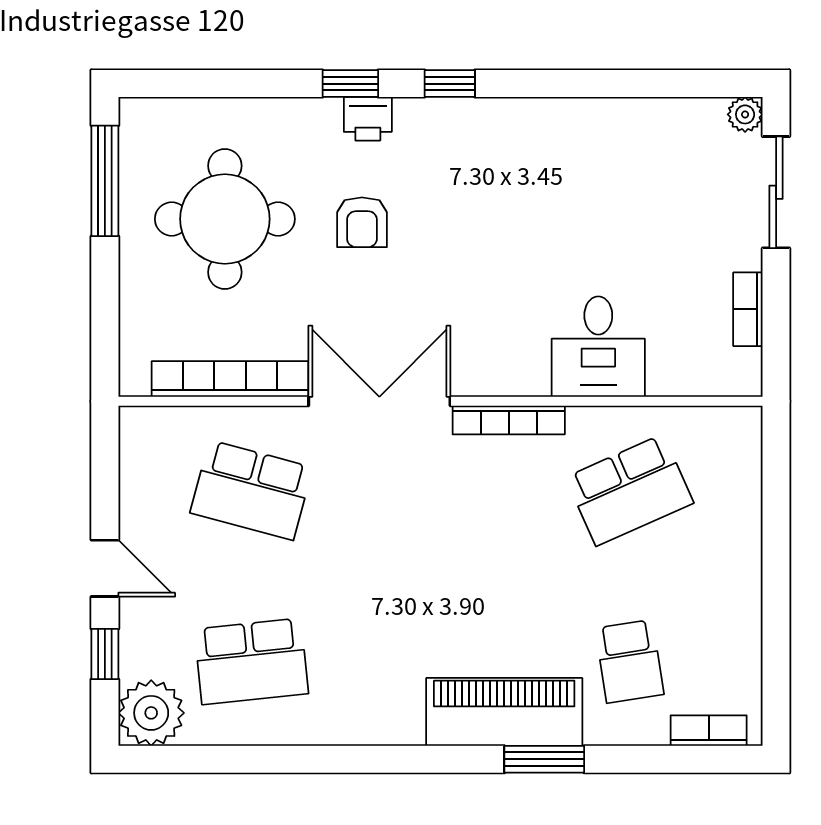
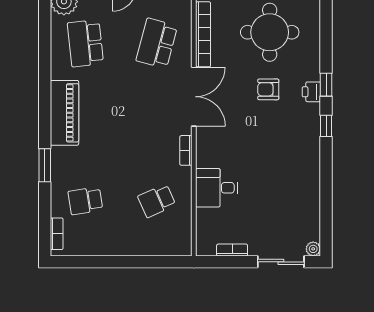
bookcase: (509, 420) -> (186, 150), width x0.64
school desk: (630, 490) -> (157, 201), width x0.54
piano: (504, 712) -> (64, 113), moved

